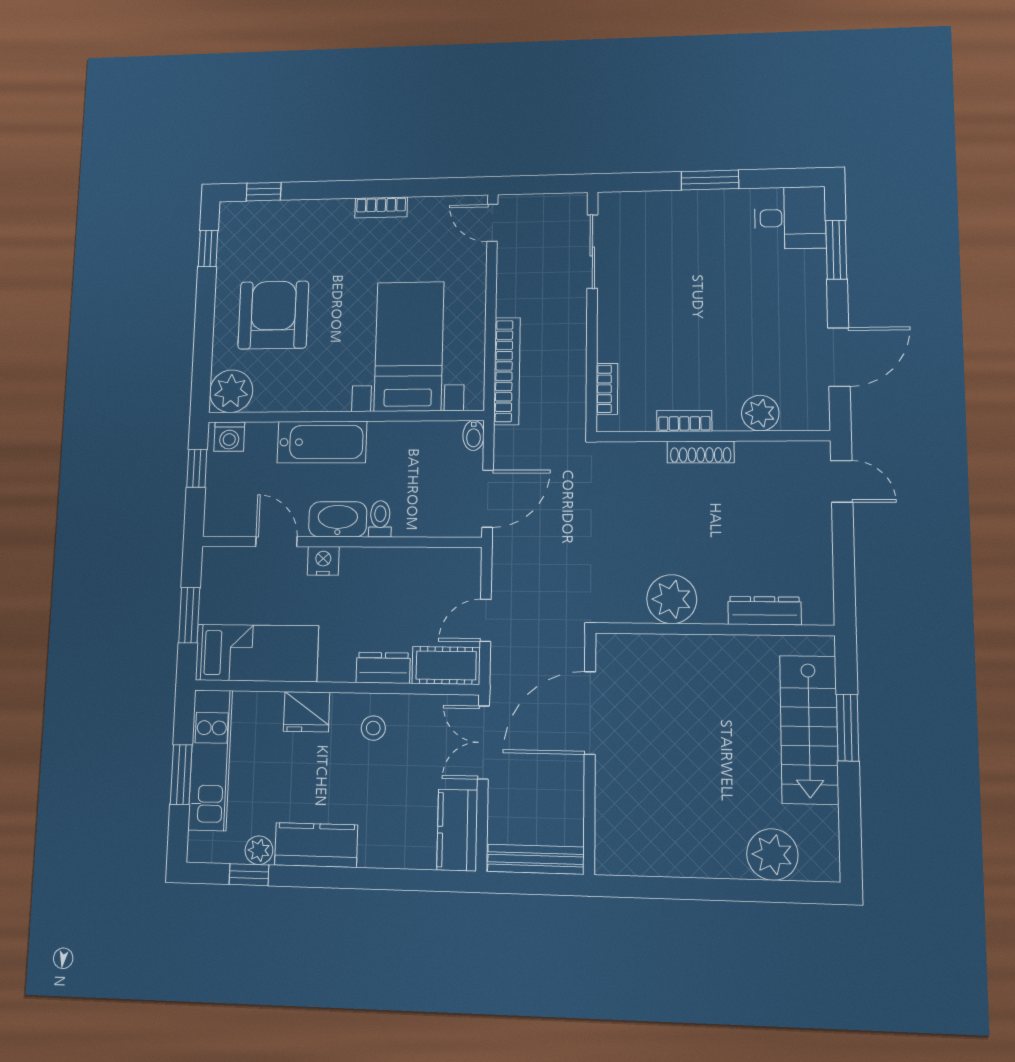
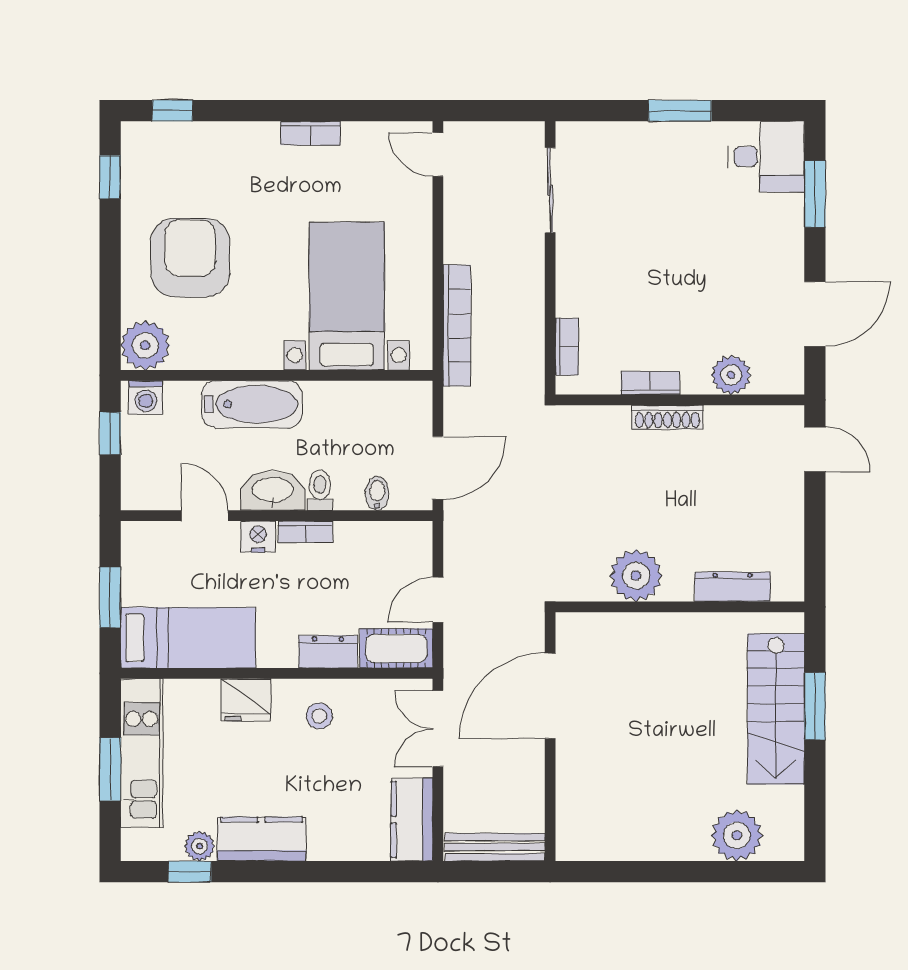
bidet: (473, 435) -> (377, 493), moved, turned 180
bookcase: (366, 557) -> (305, 532), added

